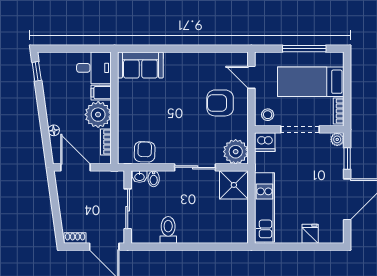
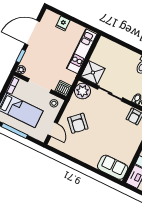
armchair: (220, 103) -> (78, 123), turned 47

